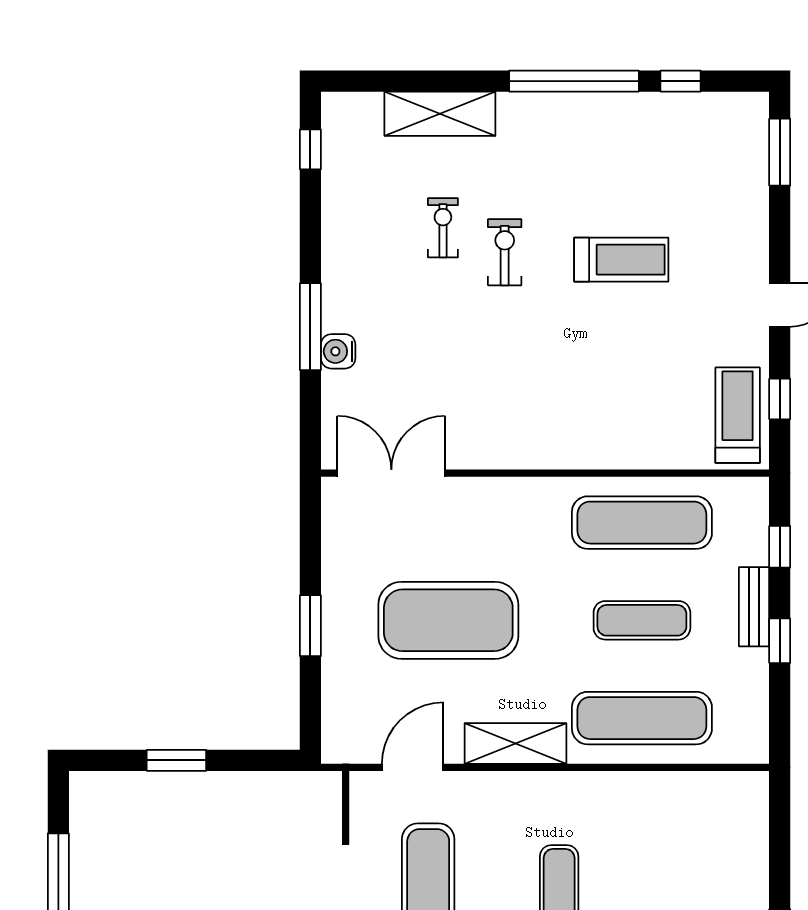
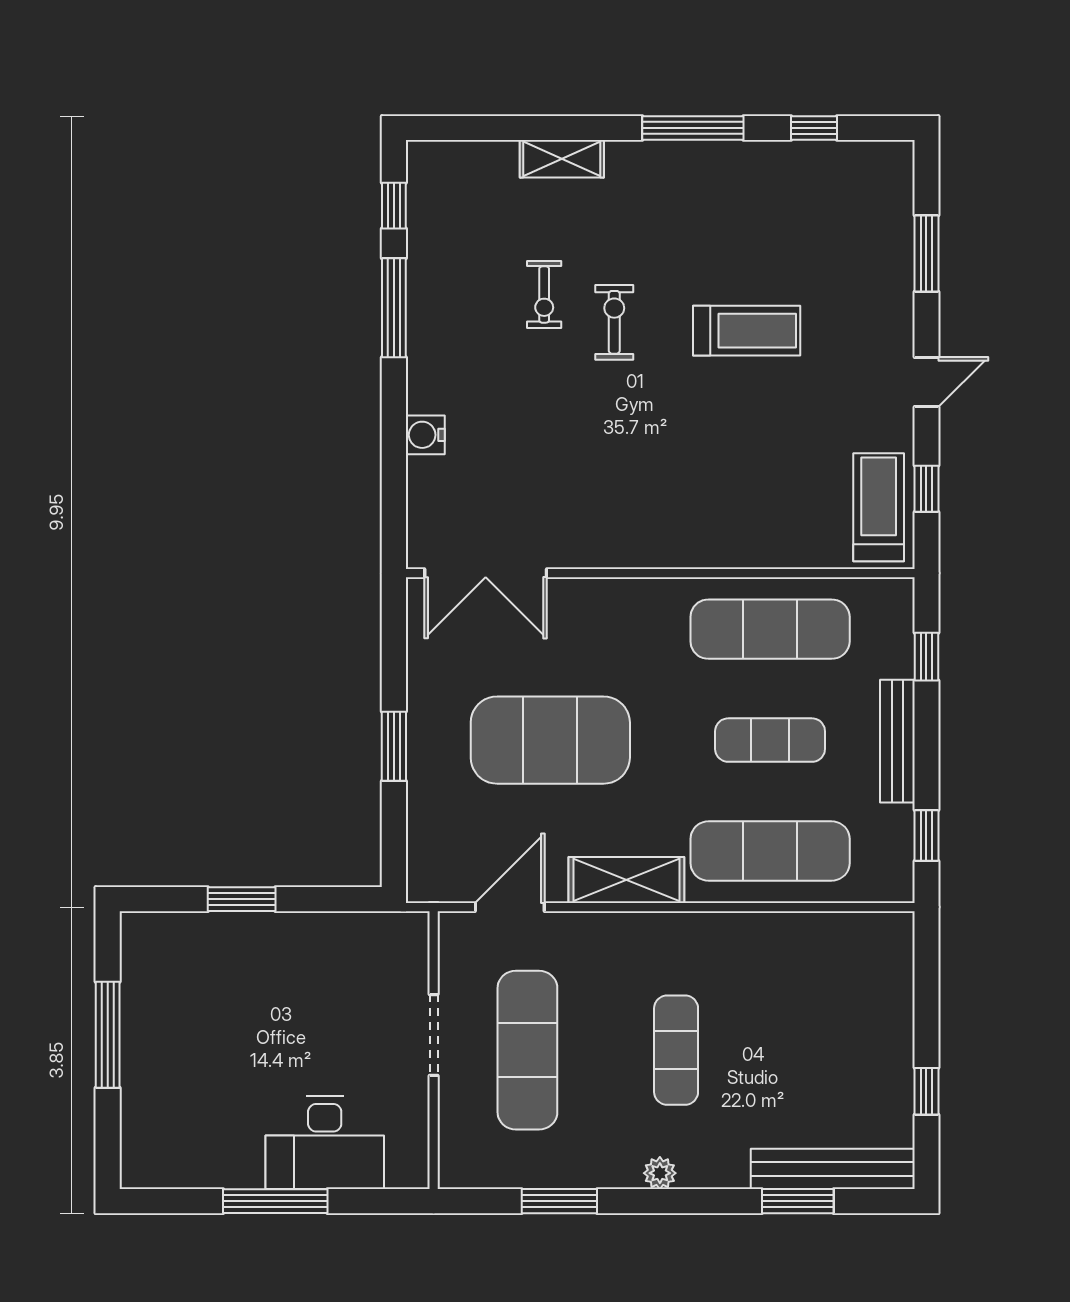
window: (574, 81) -> (693, 128), width x0.68
shelving: (440, 114) -> (562, 159), width x0.67, depth x0.75
window: (780, 152) -> (926, 253), moved
exercise bike: (443, 228) -> (544, 295), turned 180
window: (310, 327) -> (394, 308), moved
double door: (391, 473) -> (486, 573), swing flipped
bench: (754, 607) -> (897, 741), width x1.36
window: (780, 641) -> (926, 835), moved

